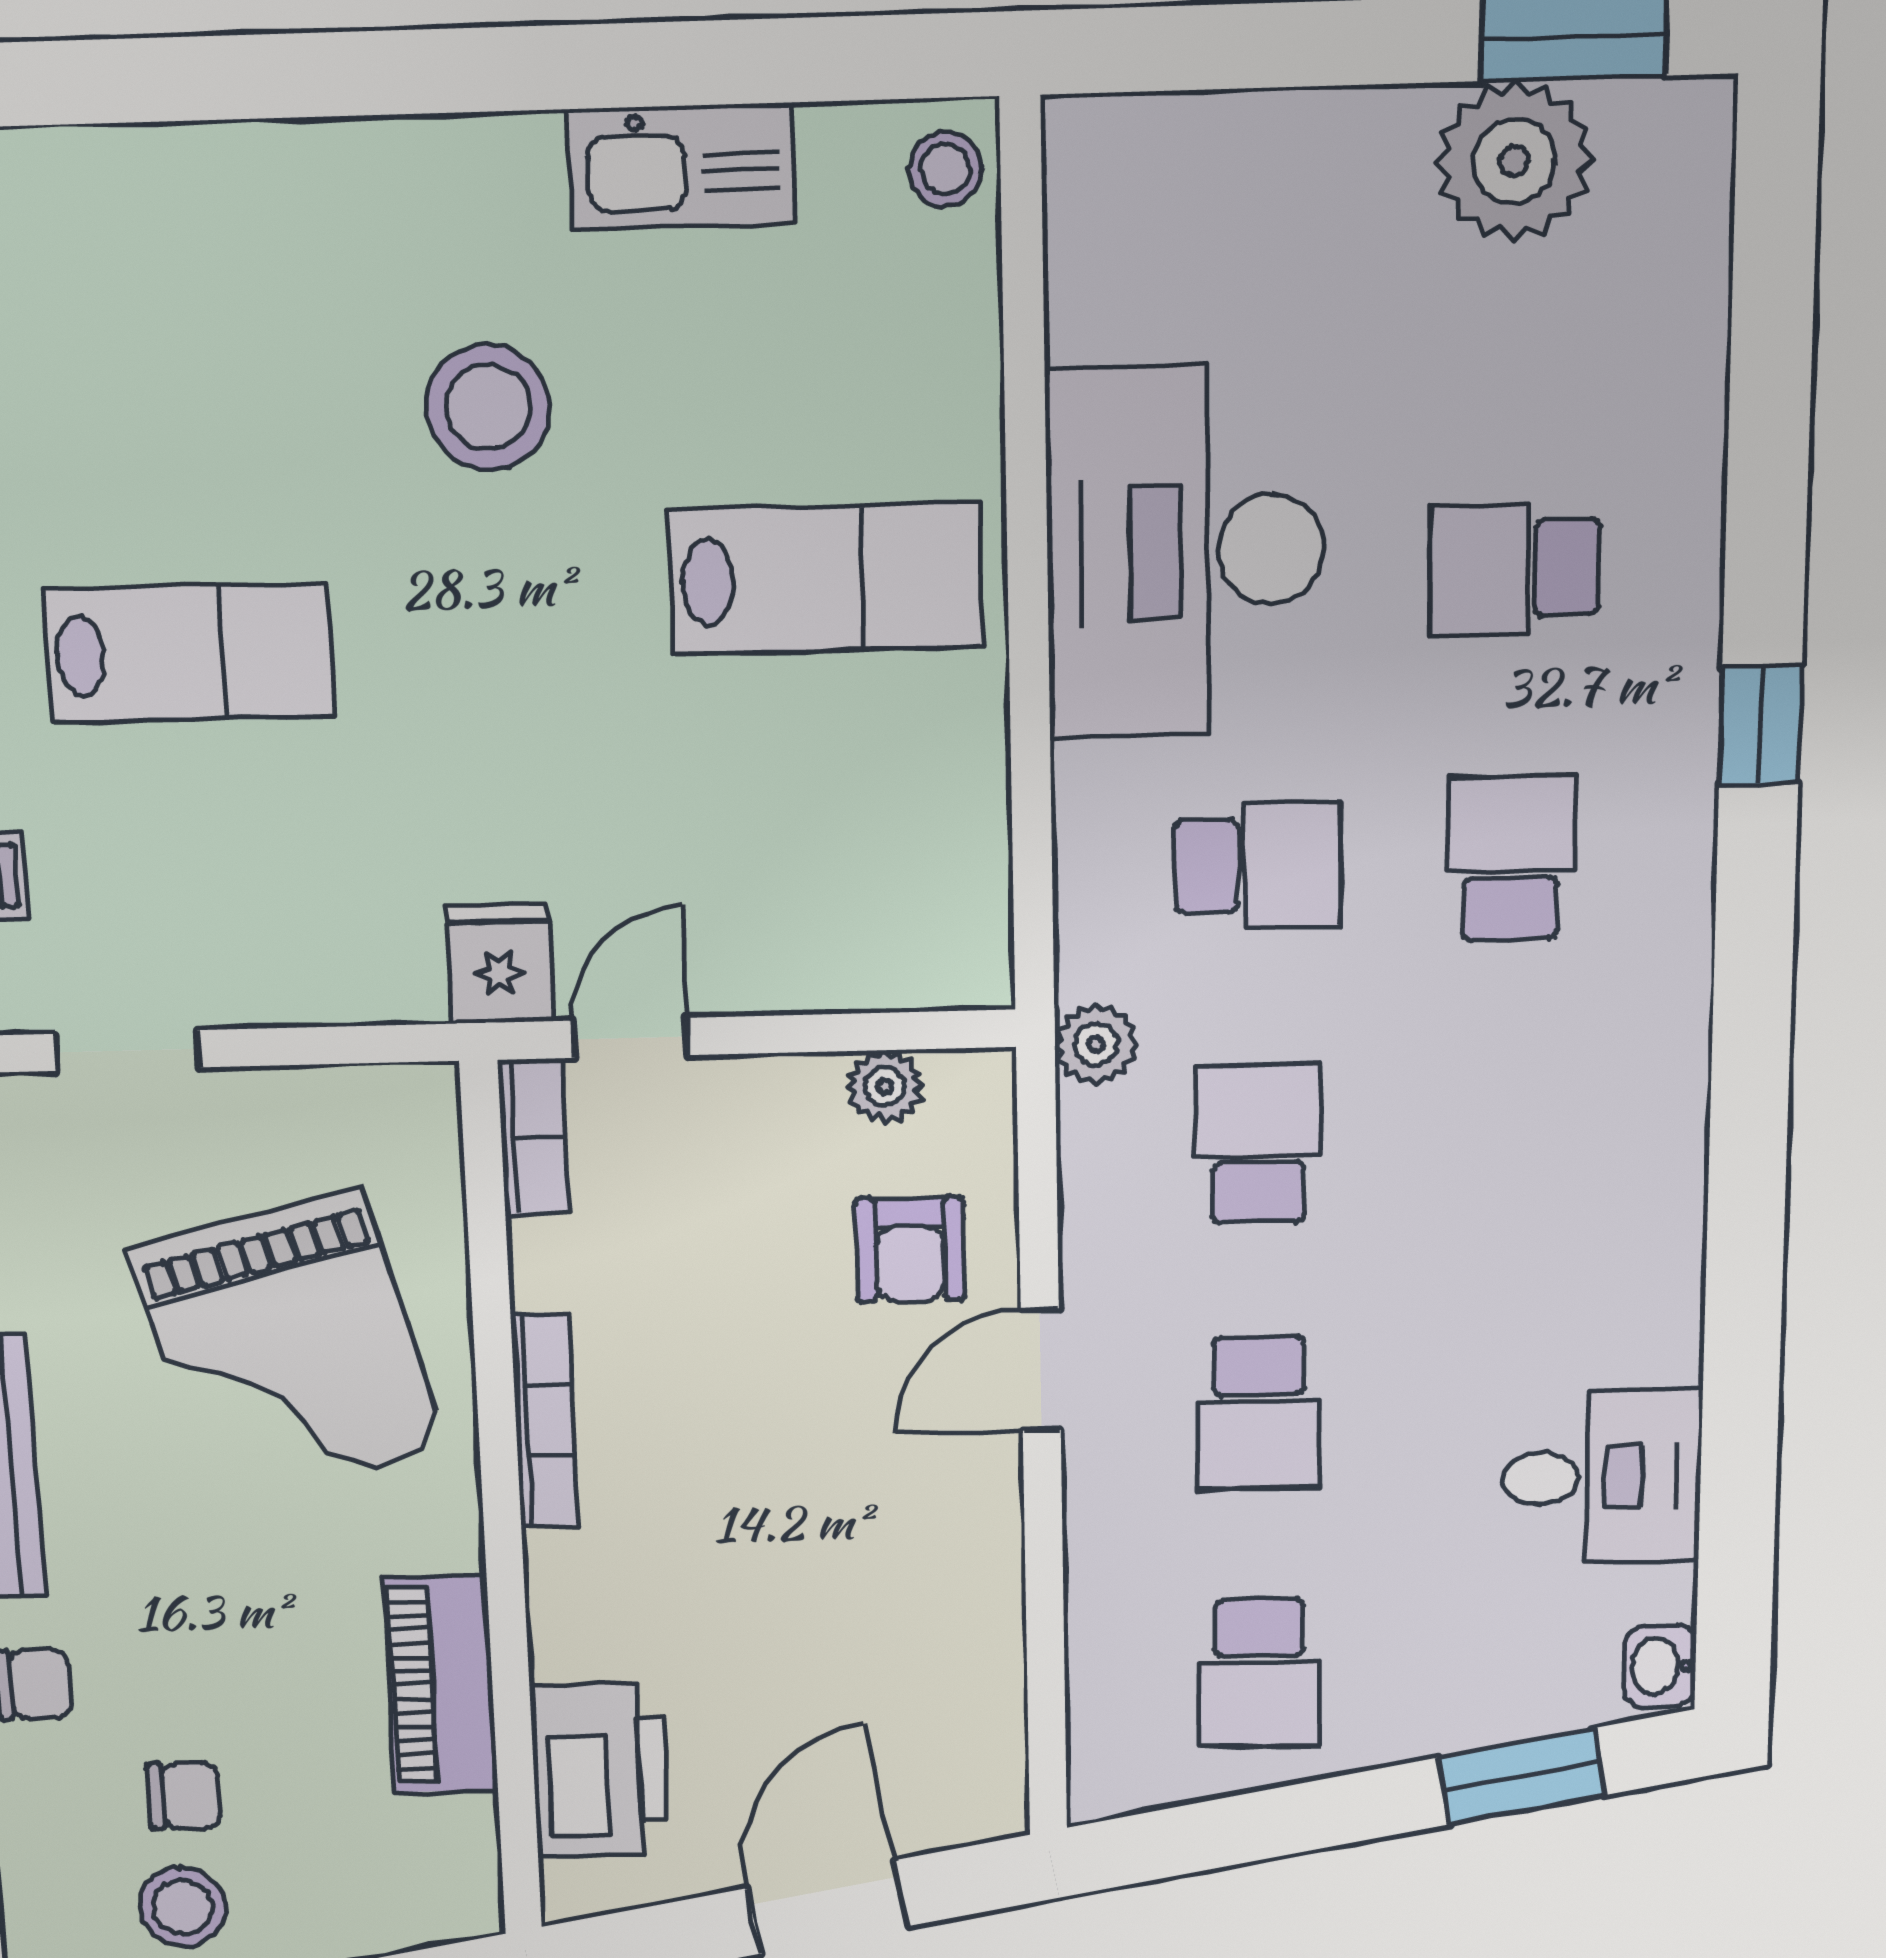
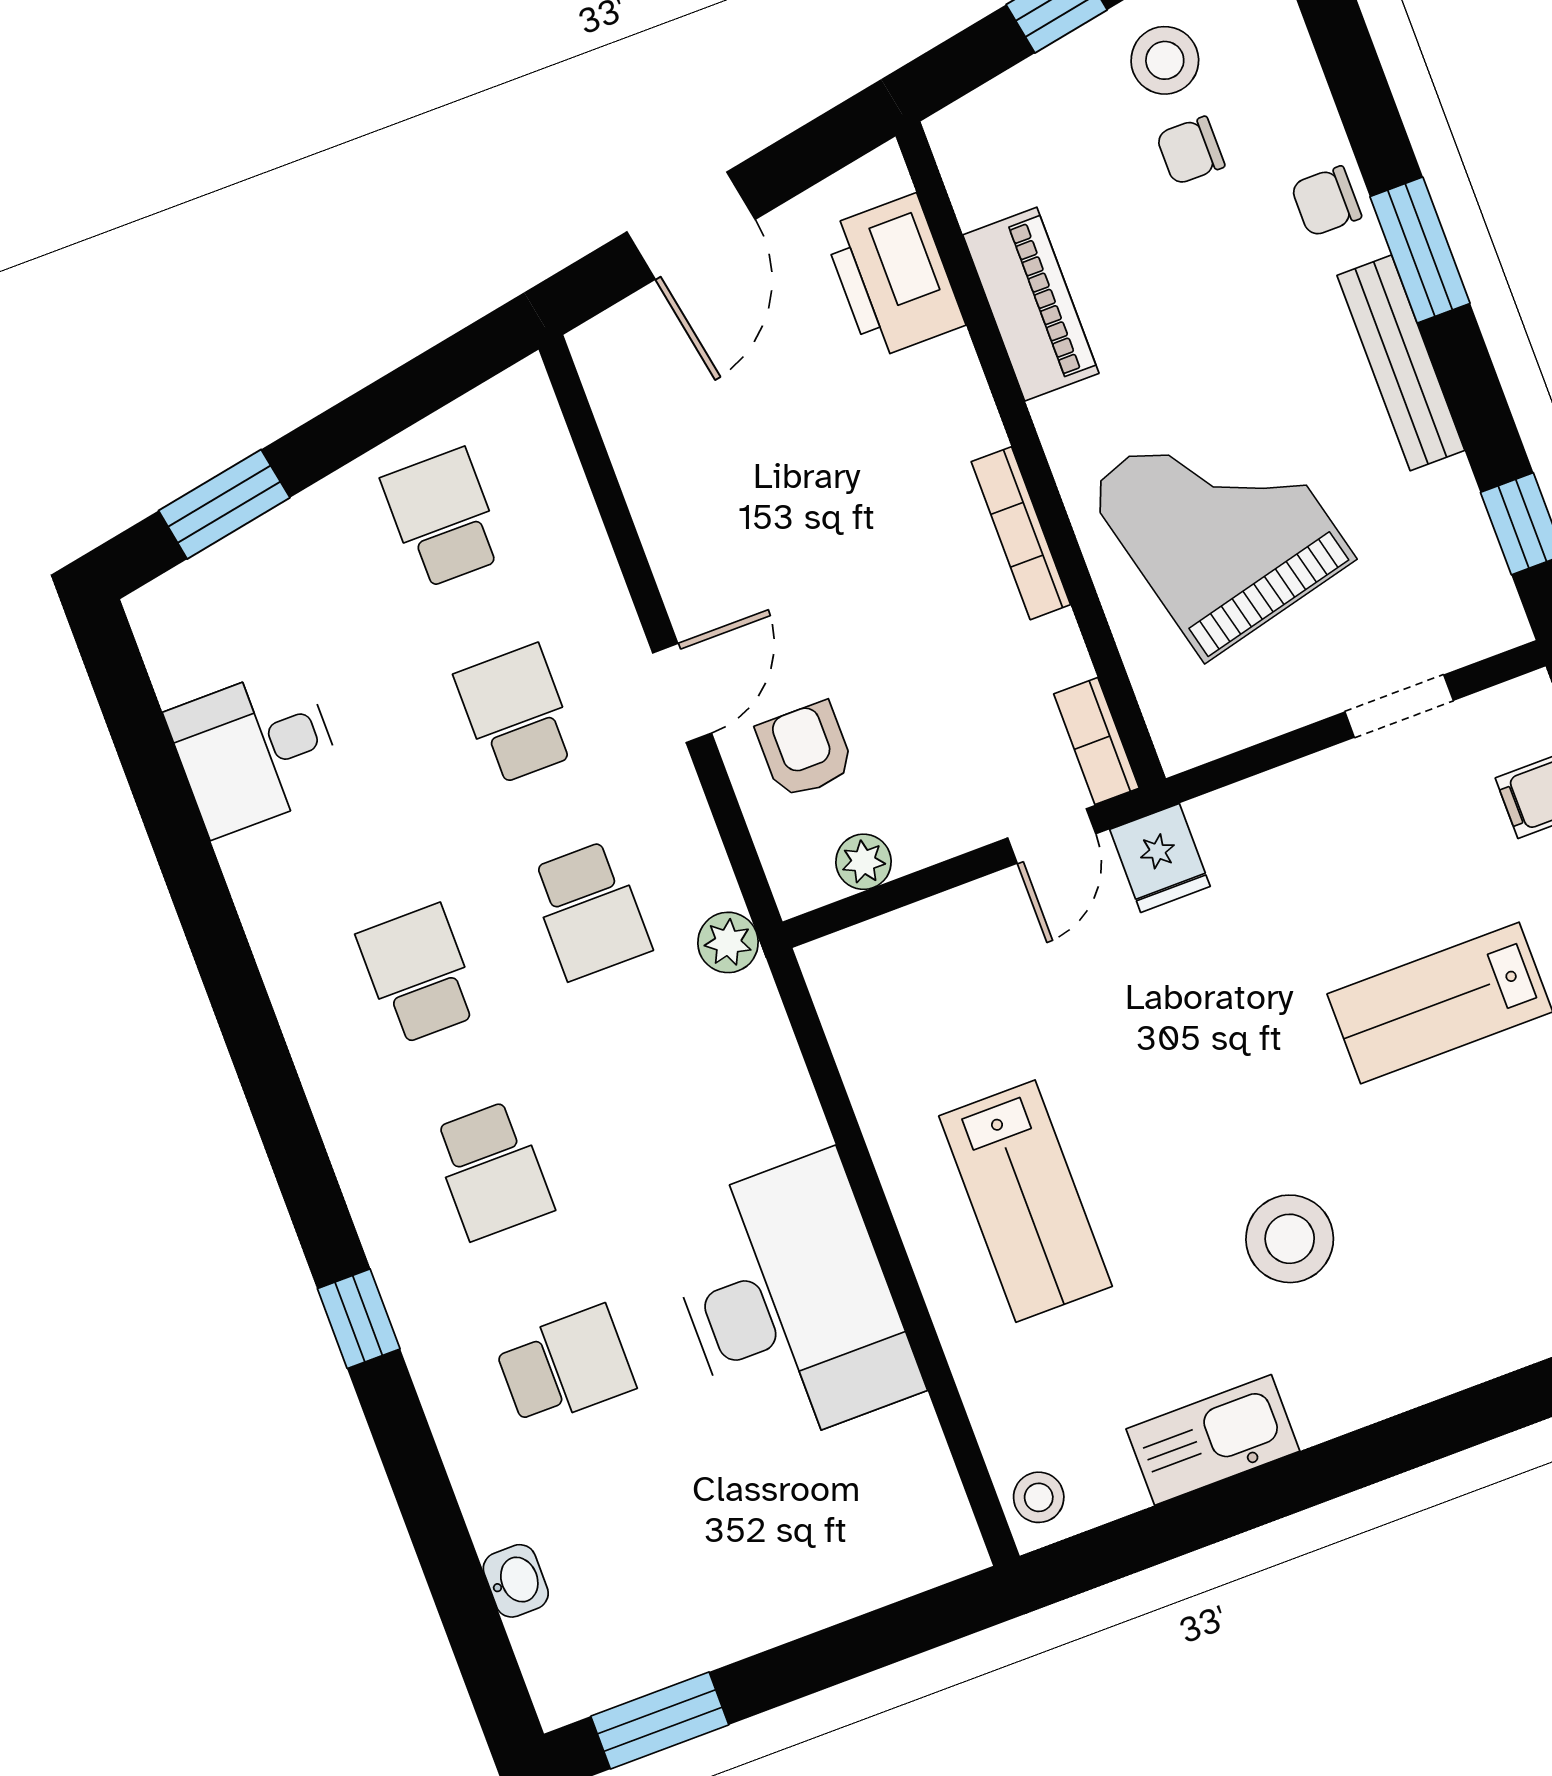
plant: (1514, 161) -> (668, 1629), removed
lab bench: (825, 579) -> (1026, 1201), turned -90
school desk: (1257, 865) -> (419, 974), moved, turned 90
washbasin: (1660, 1666) -> (516, 1581), moved

